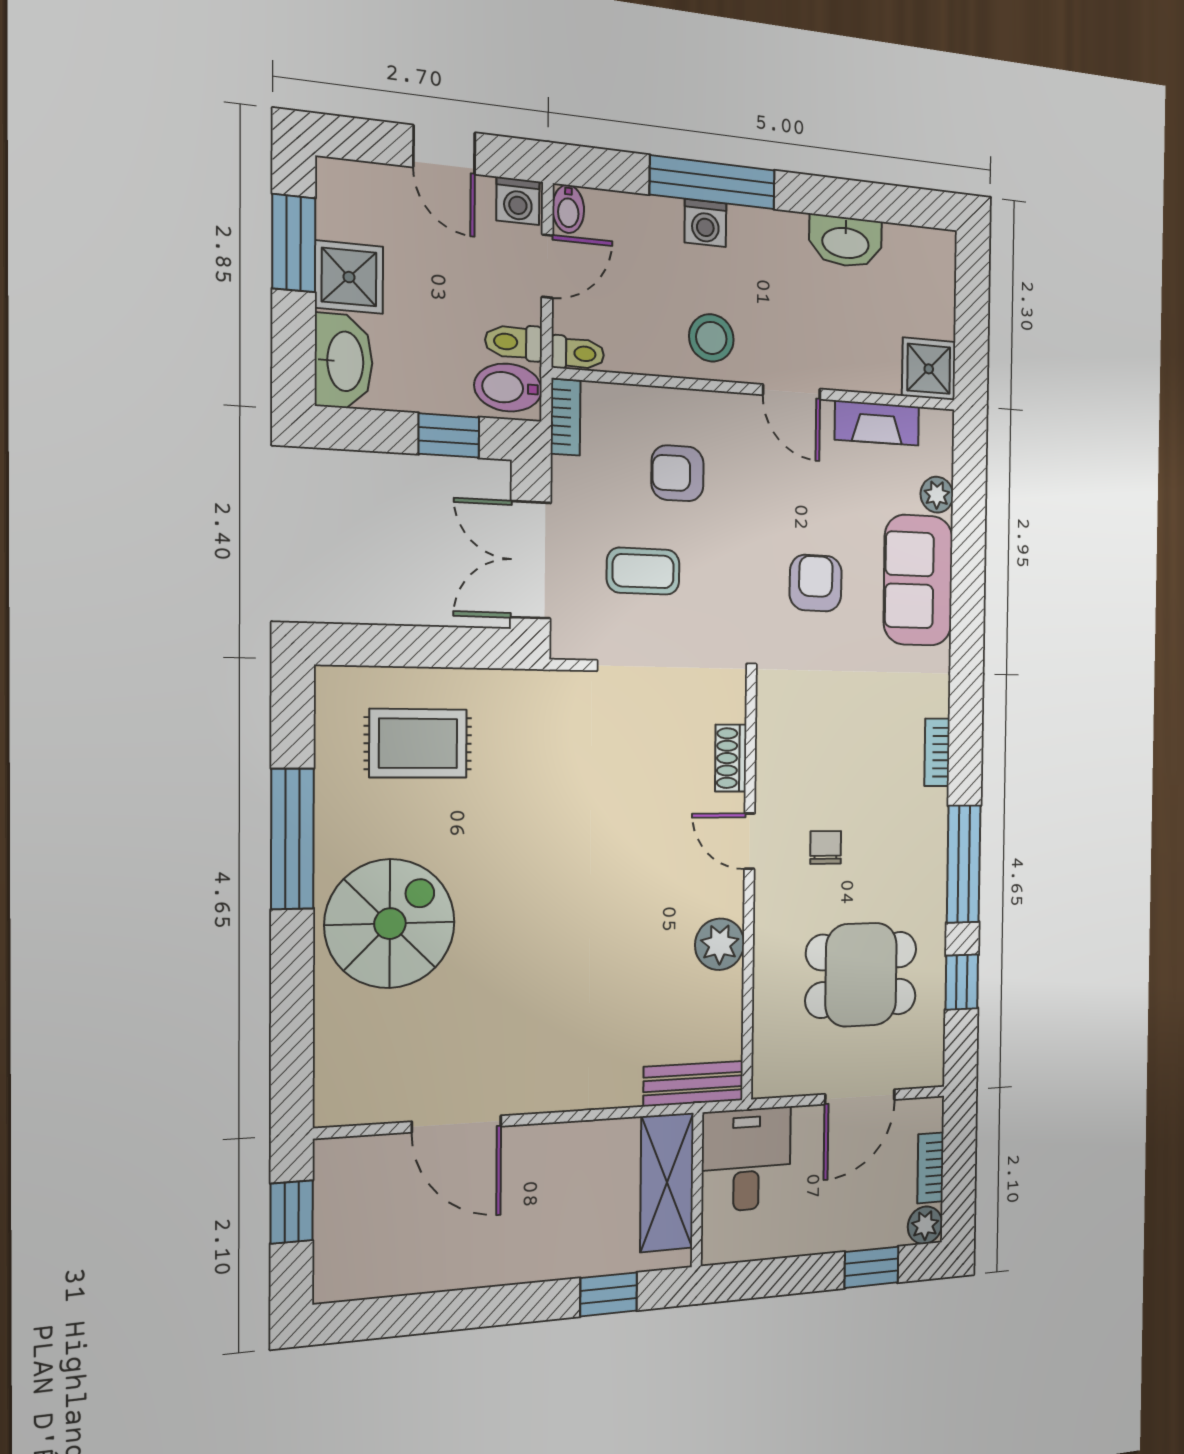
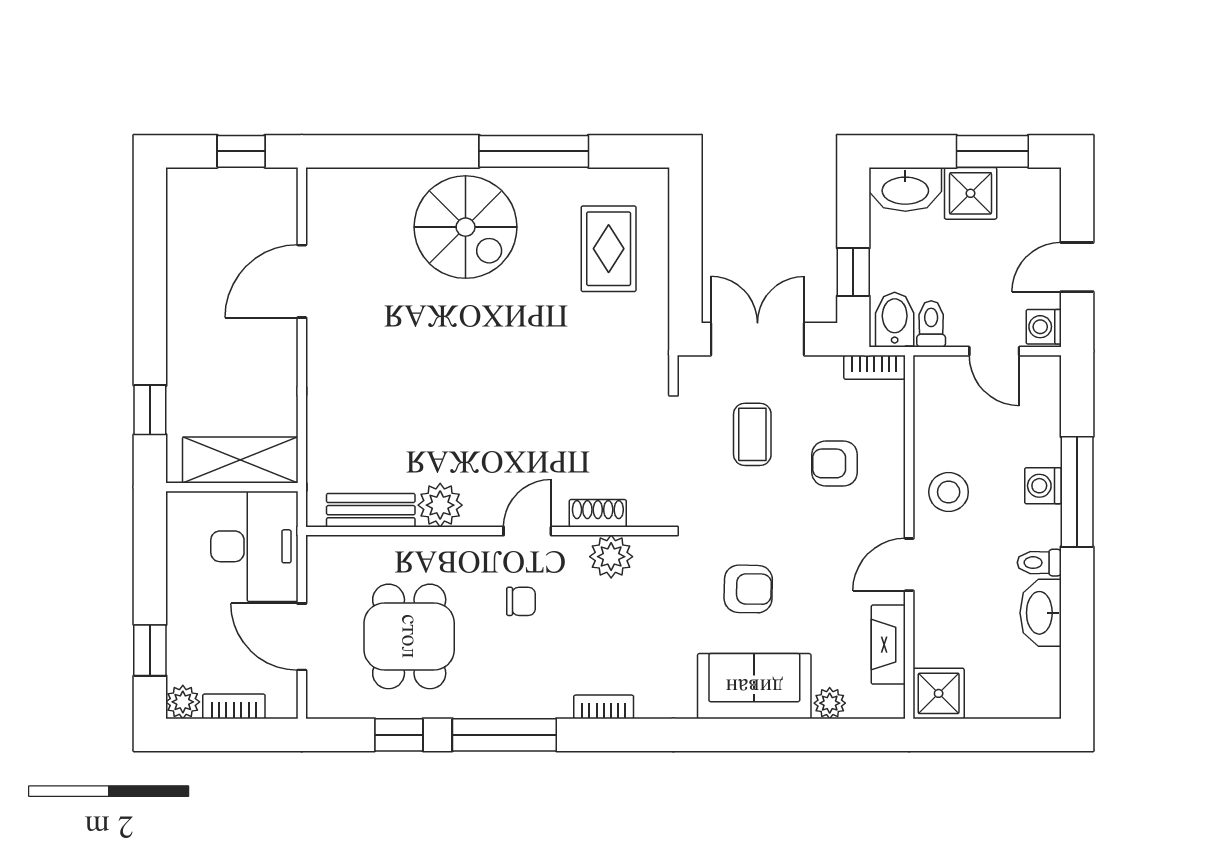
bidet: (568, 209) -> (1042, 368), removed
toilet: (578, 353) -> (1039, 563), moved, turned 90
armchair: (678, 473) -> (835, 463), turned -90
plant: (779, 743) -> (611, 557), added
bench: (694, 1084) -> (371, 510), moved, turned 90
desk: (746, 1160) -> (254, 546), width x1.37

